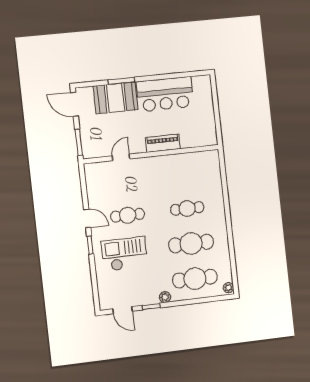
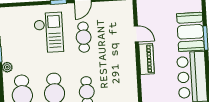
piano: (163, 143) -> (147, 59), moved

